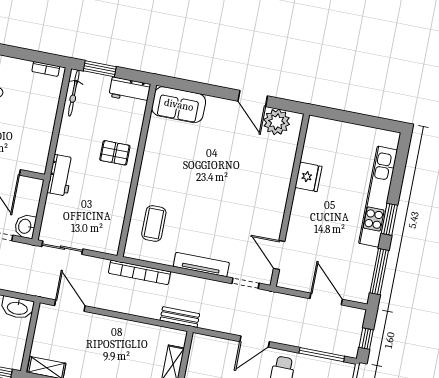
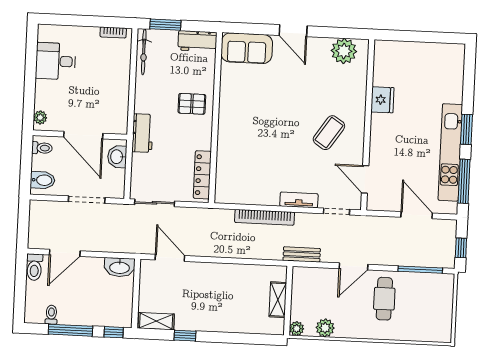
door: (253, 98) -> (293, 31), moved
kitchen unit: (378, 197) -> (450, 152), moved
coffee table: (154, 224) -> (329, 133), moved, turned 34
washbasin: (25, 226) -> (117, 157), moved
locker: (115, 226) -> (202, 175), added
tv unit: (201, 265) -> (299, 200), width x0.71
bookcase: (139, 272) -> (265, 217), moved
bench: (180, 317) -> (302, 254), moved

